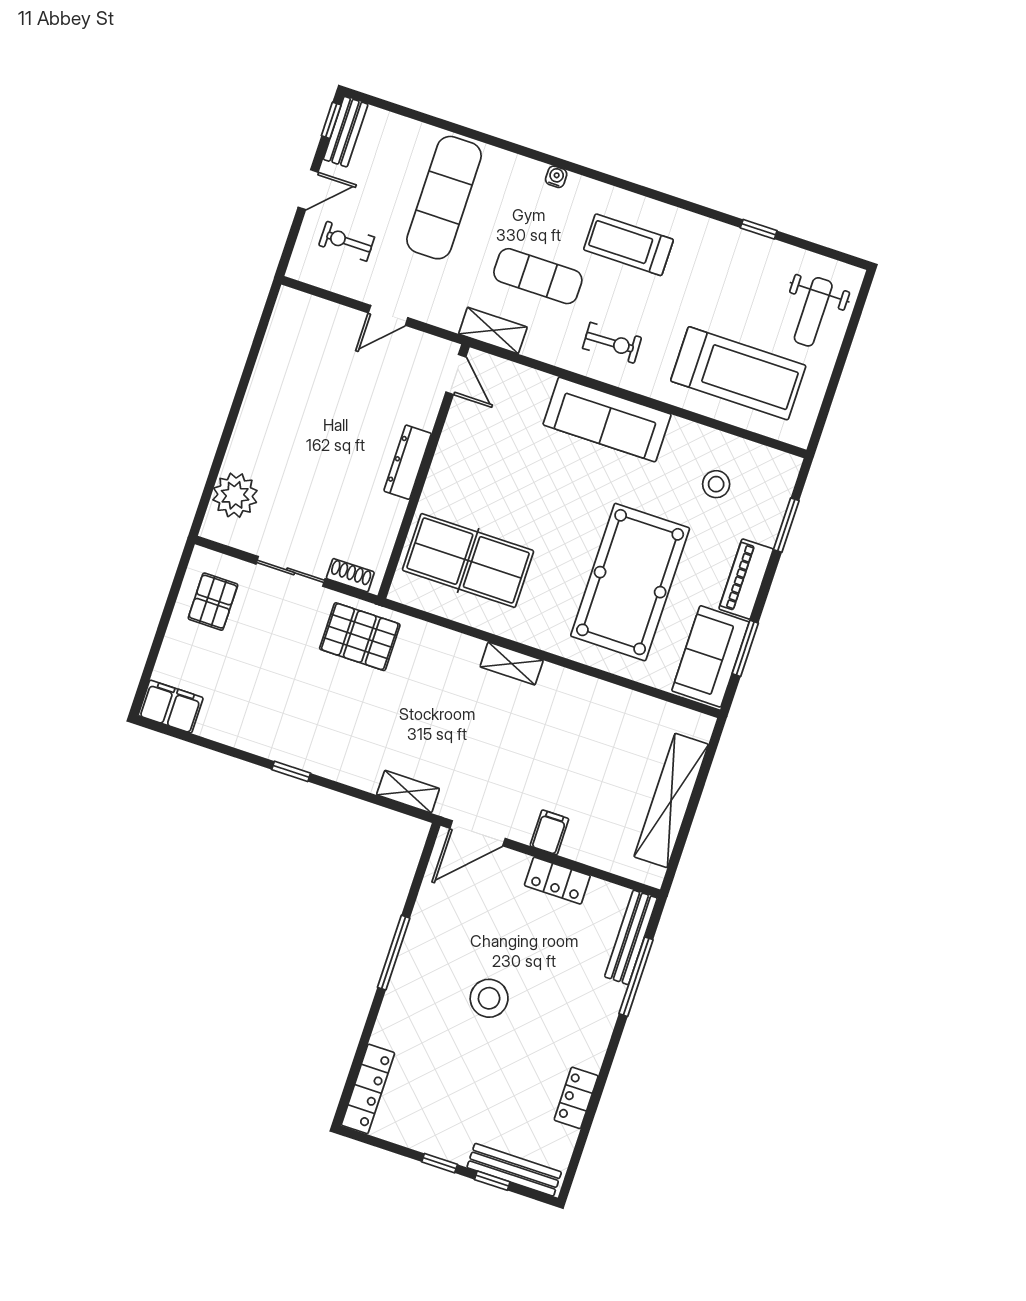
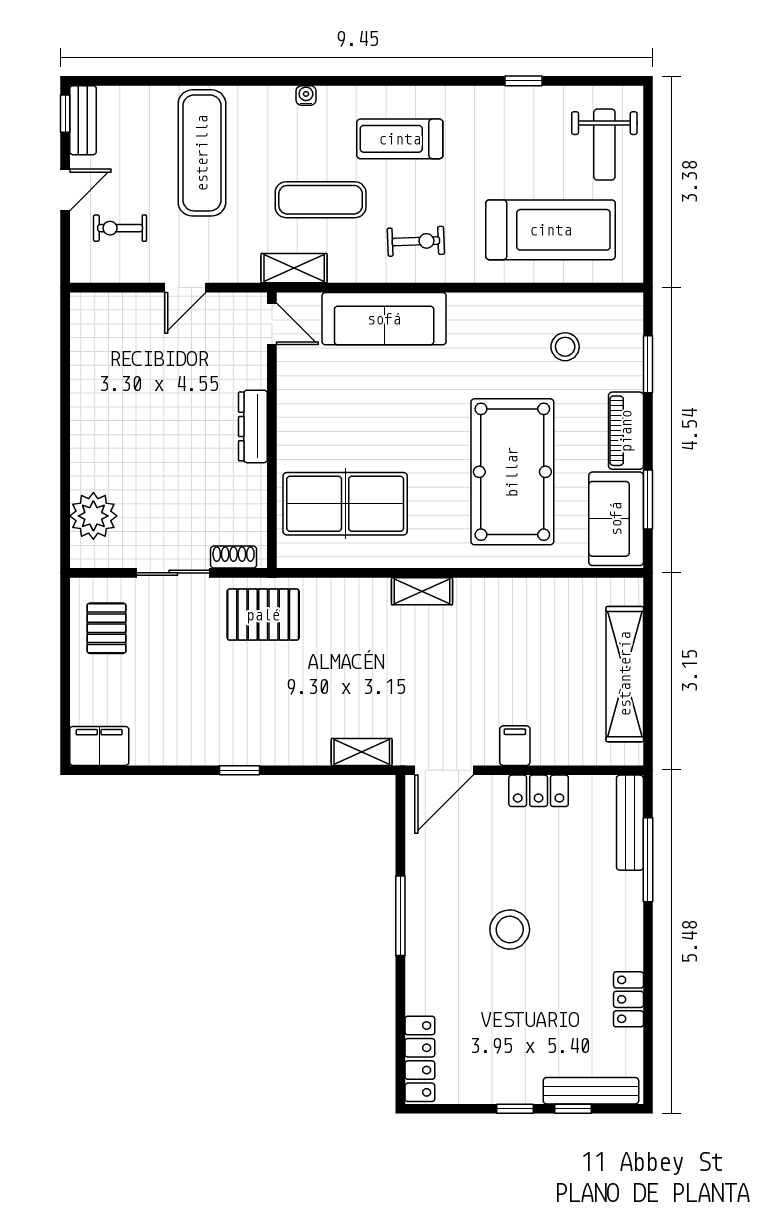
sofa: (607, 419) -> (384, 319), moved

